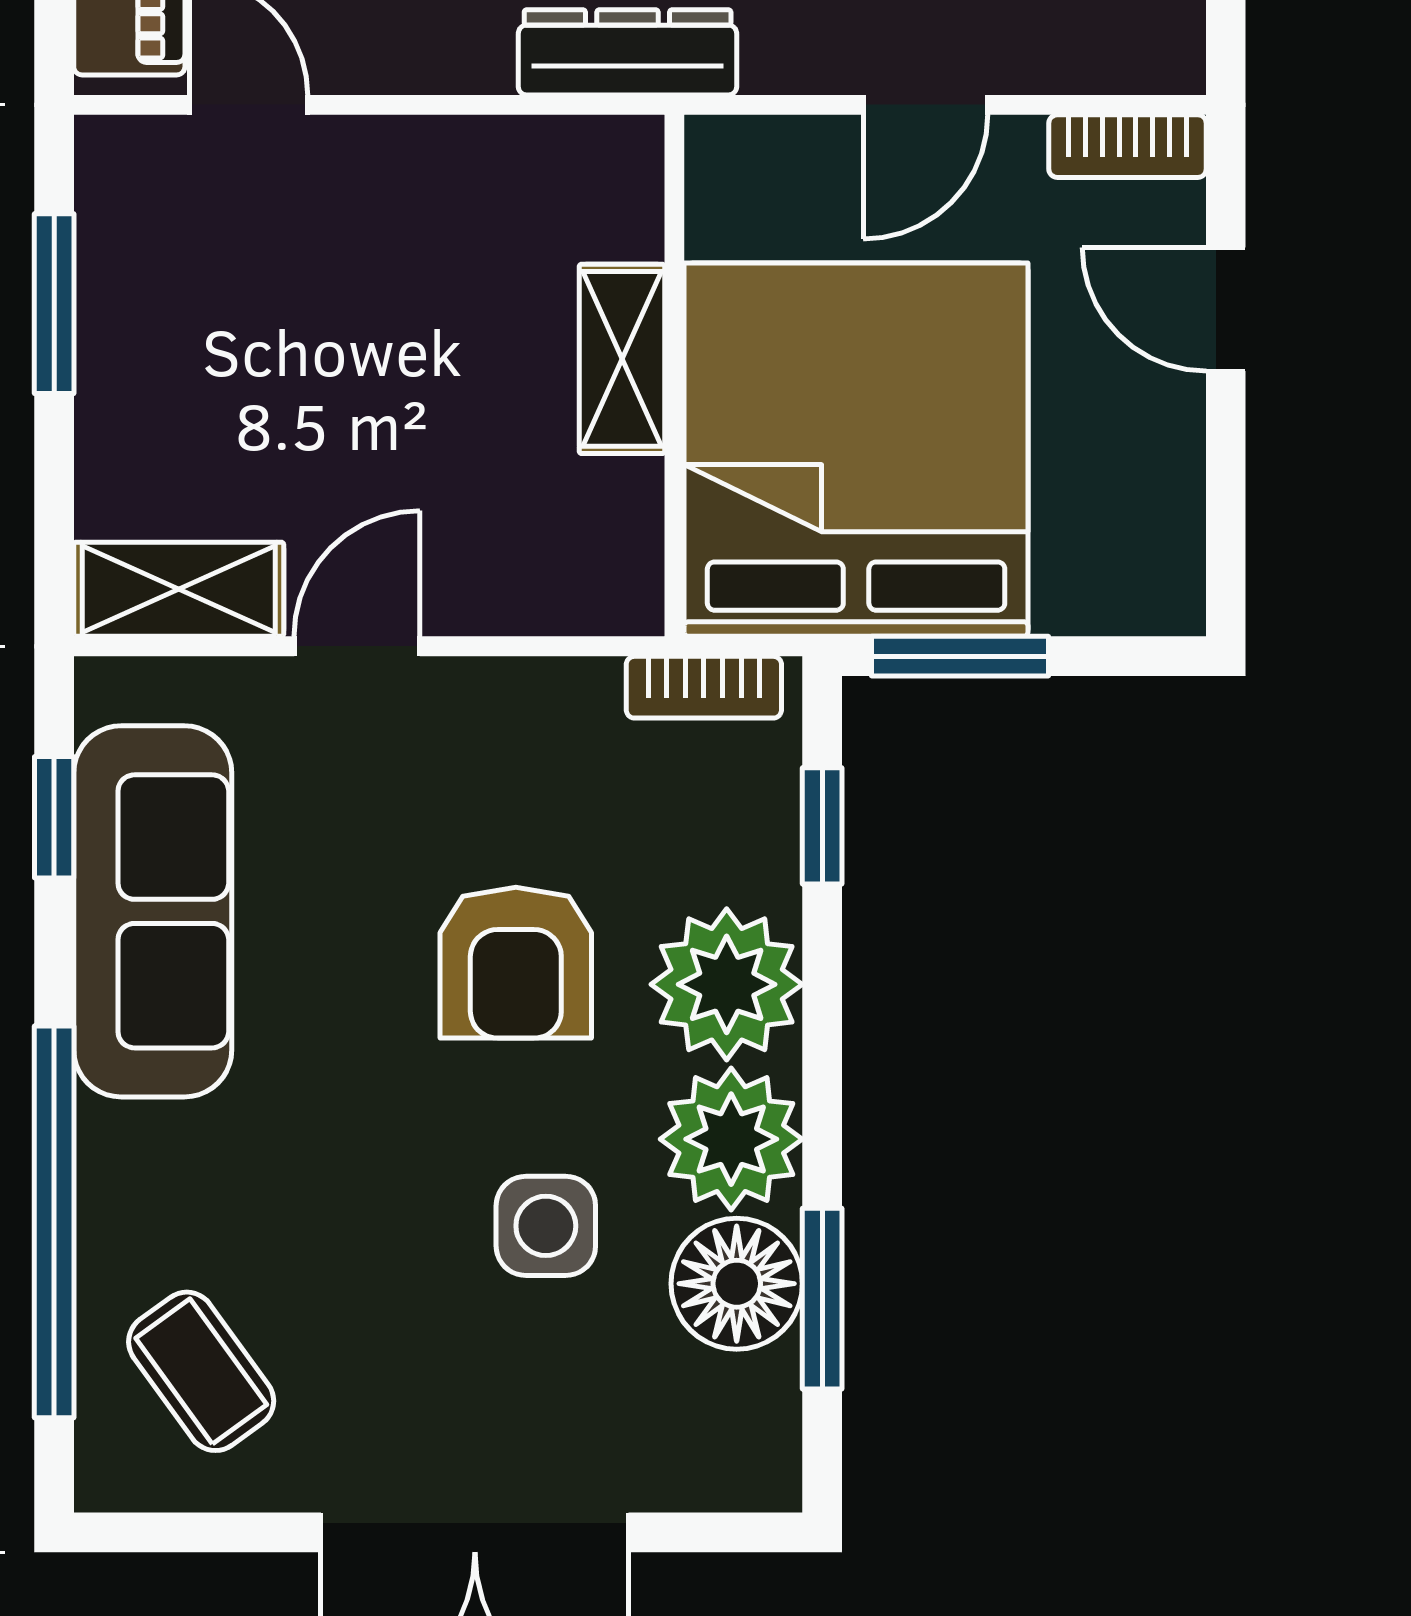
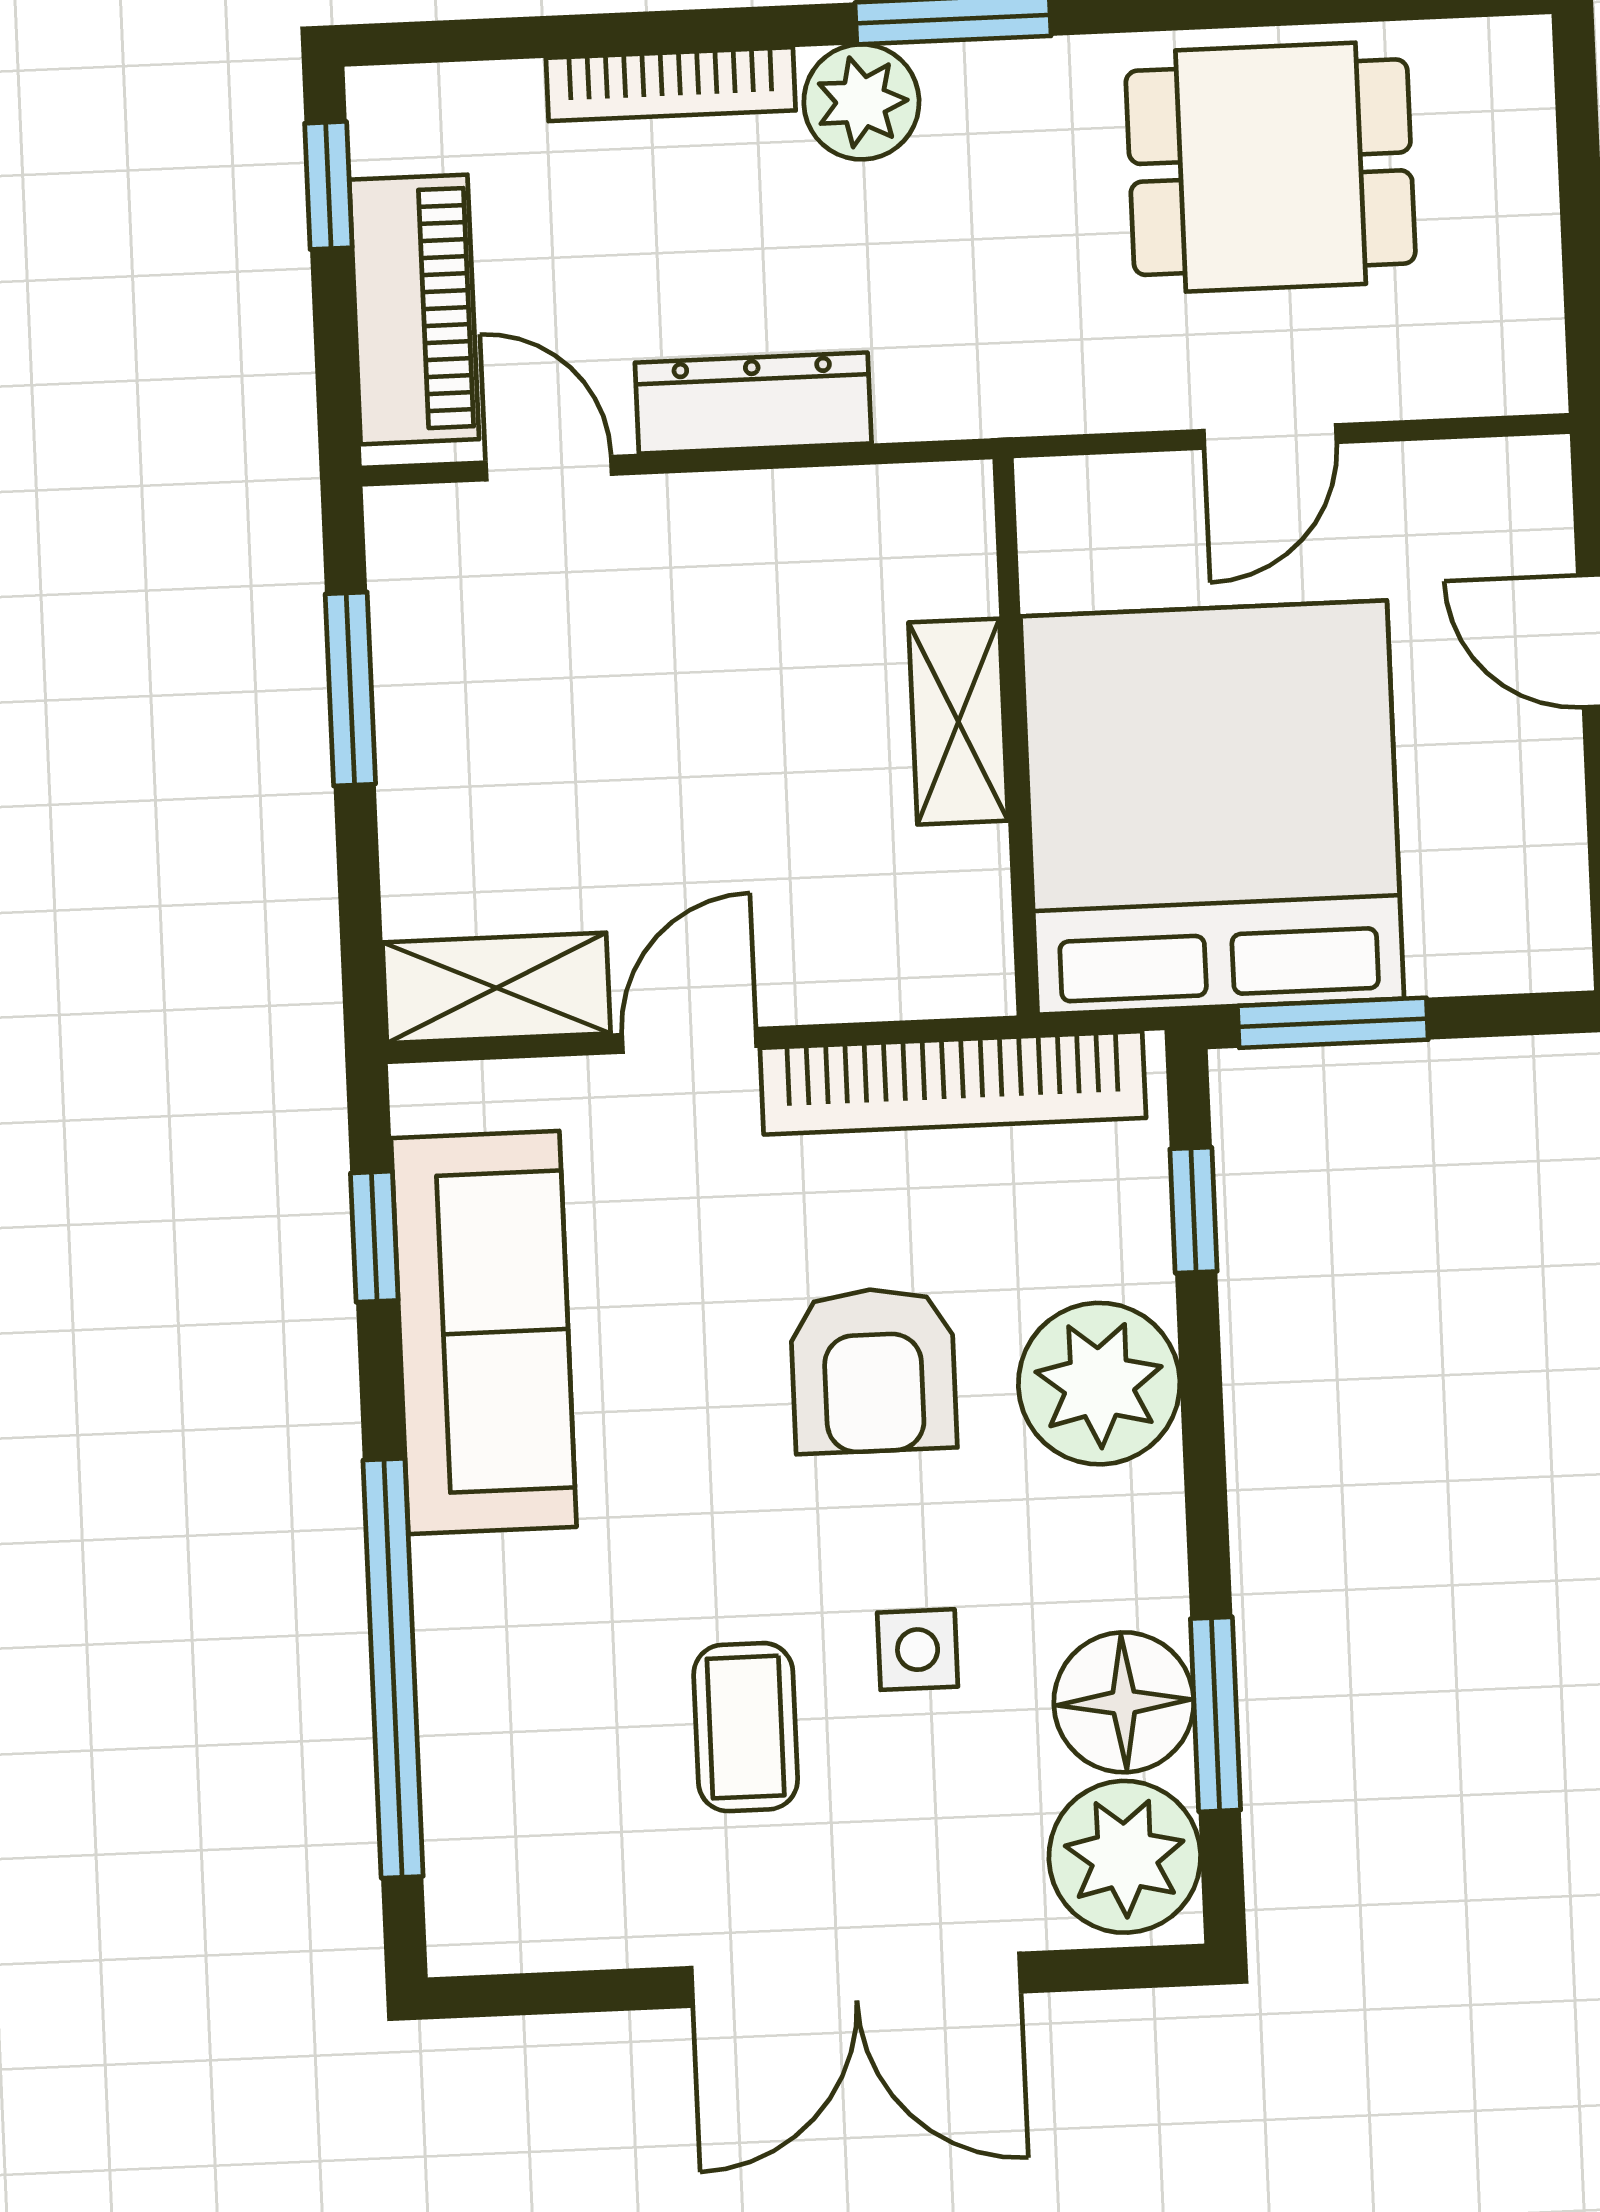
dresser: (628, 52) -> (753, 403), moved
bookcase: (1128, 146) -> (1488, 471), removed
bookcase: (704, 687) -> (953, 1083), width x2.31, depth x1.31
plant: (731, 1139) -> (1125, 1857), moved
side table: (546, 1226) -> (918, 1650), width x0.73, depth x0.73
coffee table: (201, 1371) -> (746, 1727), moved, turned 36

